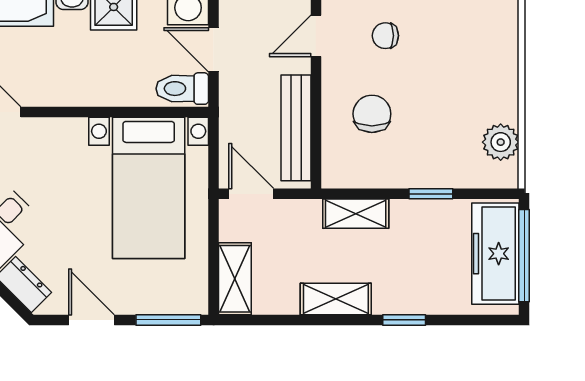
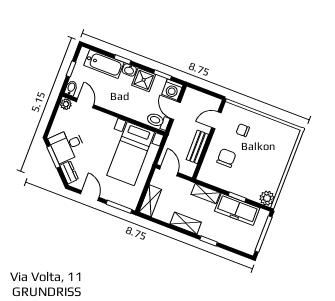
bench: (296, 128) -> (197, 147), width x0.73
plant: (501, 142) -> (267, 198), moved
freezer: (495, 254) -> (237, 209), moved, turned -90

